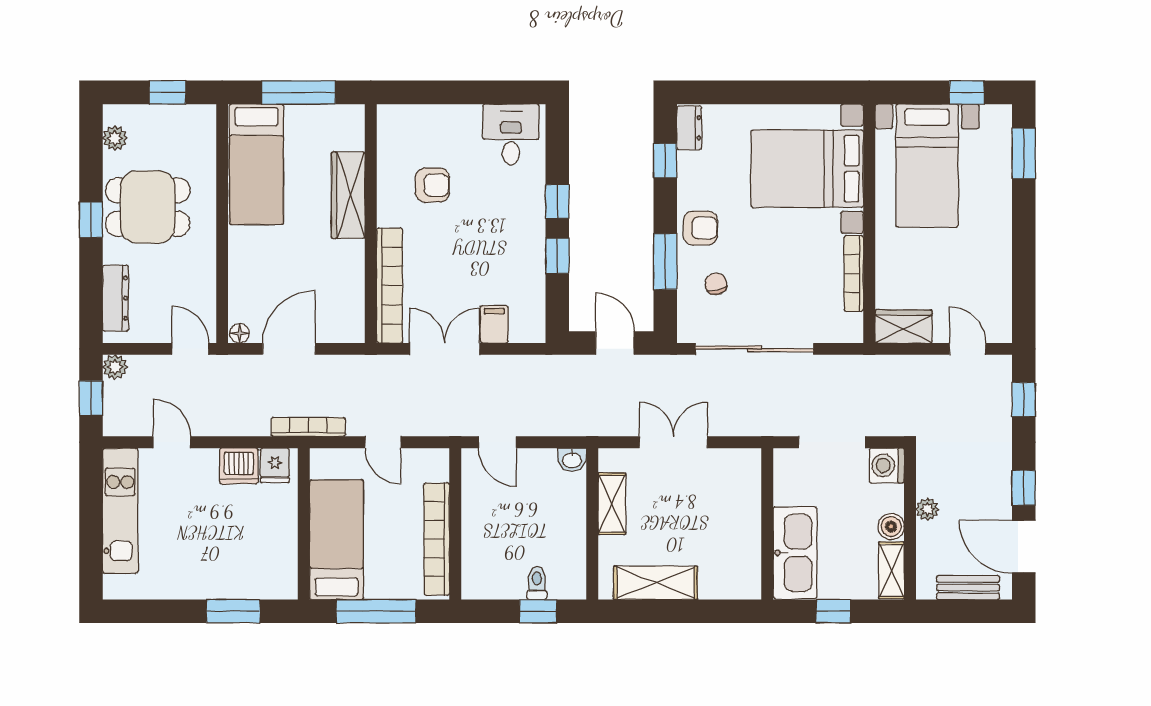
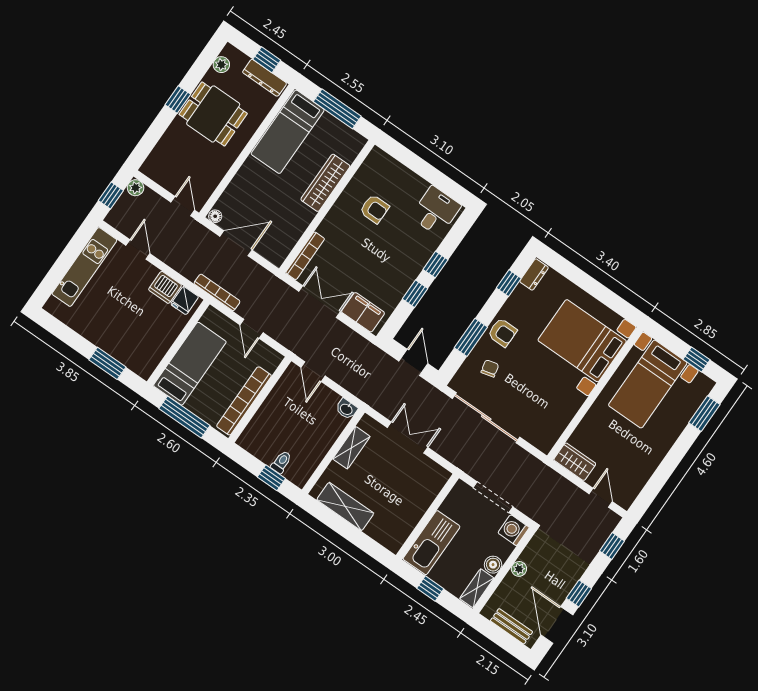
bookcase: (854, 274) -> (568, 415), removed
bookcase: (390, 286) -> (305, 256), width x0.68, depth x0.76
dresser: (115, 298) -> (265, 78), moved, turned 90
filing cabinet: (494, 324) -> (363, 312), width x2.00

